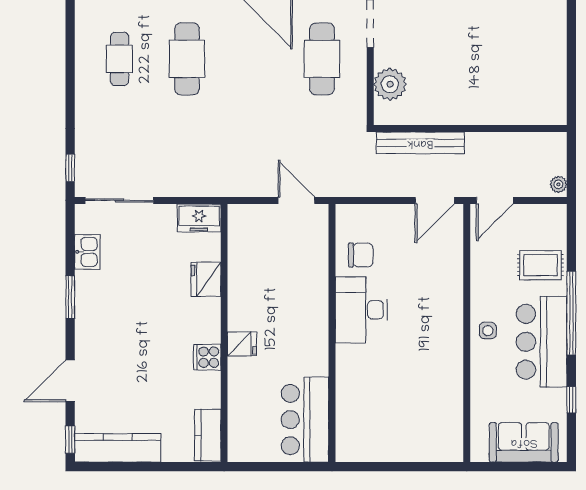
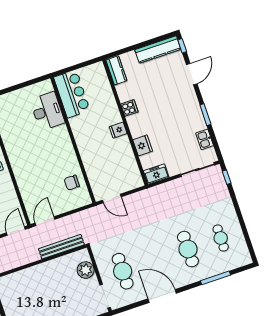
desk: (361, 310) -> (47, 111), moved
fridge: (242, 344) -> (118, 130), moved

